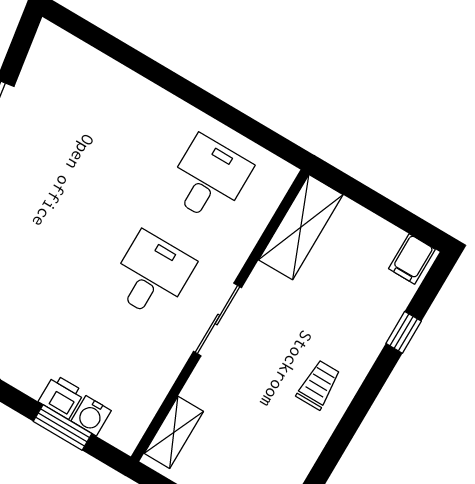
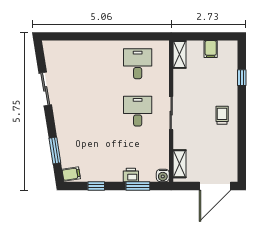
shelving: (301, 227) -> (179, 54), width x0.67, depth x0.75
filing cabinet: (412, 259) -> (211, 49), moved
water cooler: (91, 416) -> (163, 175), moved

